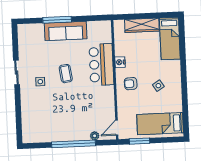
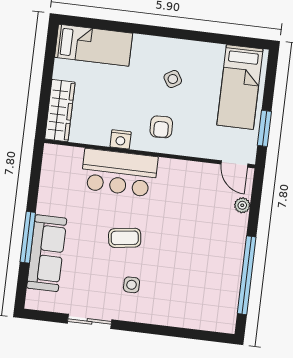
wardrobe: (142, 25) -> (60, 111), moved
sofa: (66, 31) -> (47, 253), moved
sliding door: (16, 72) -> (90, 321), moved
window: (74, 144) -> (247, 275), moved

